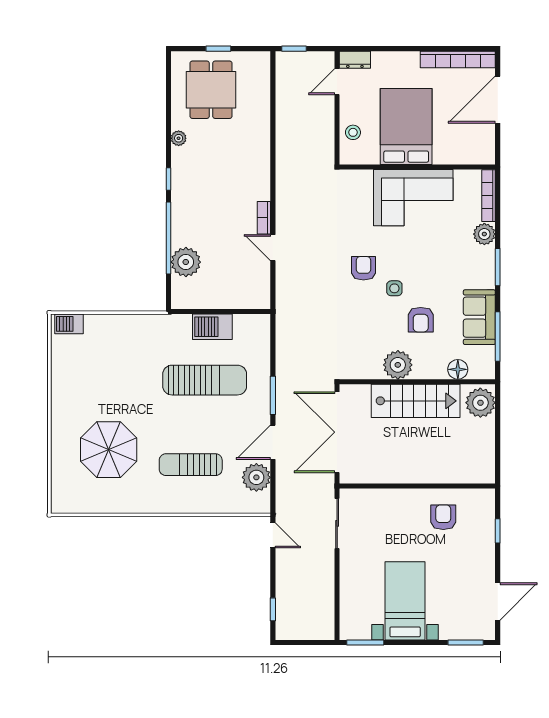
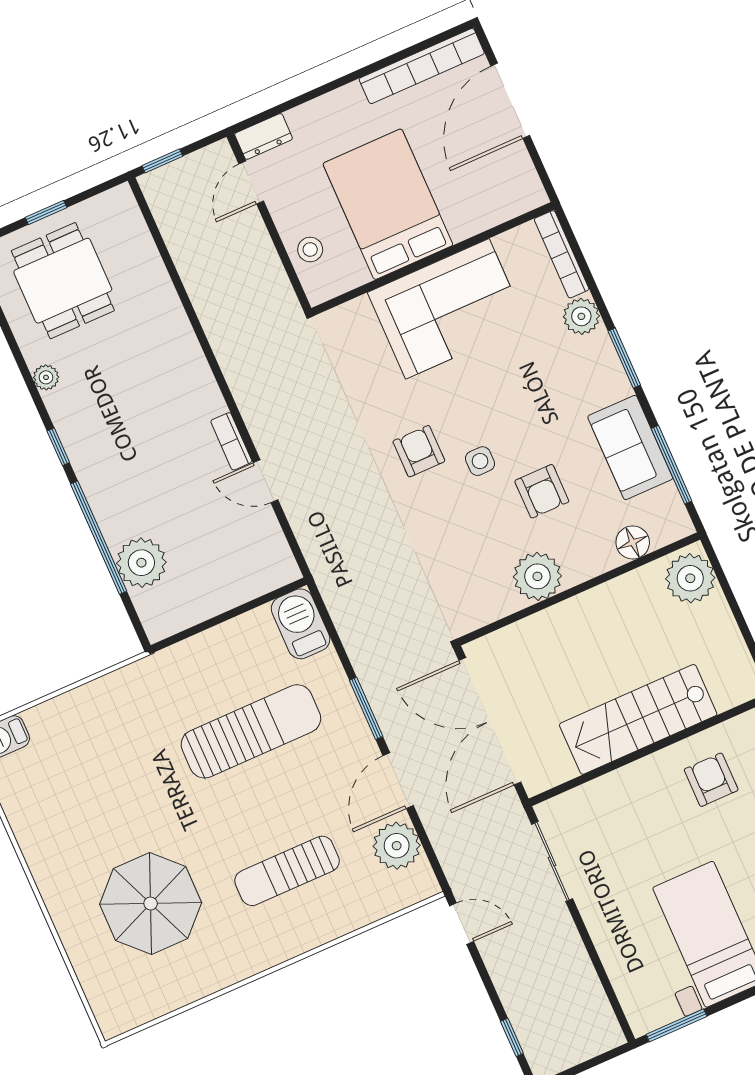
barbecue: (212, 327) -> (301, 624), moved, turned 90
stairs: (416, 401) -> (638, 719), moved, turned 180

